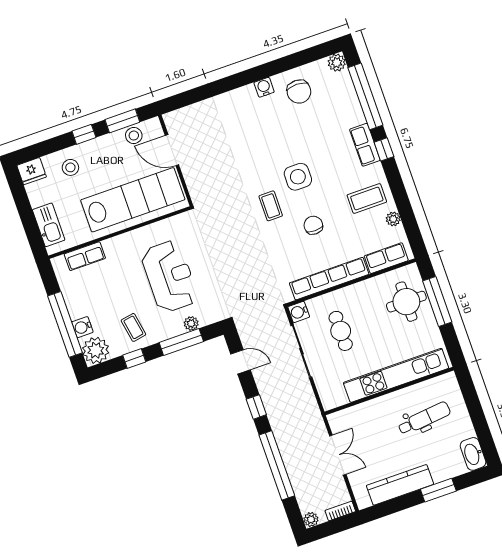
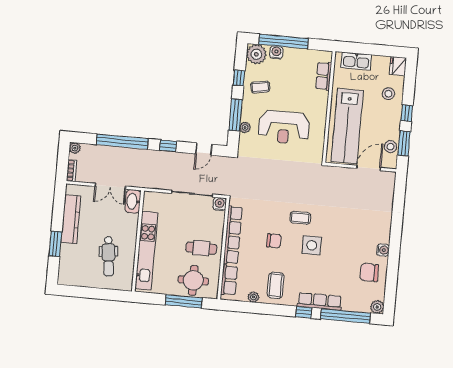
row of seats: (365, 145) -> (320, 301), width x1.48
cafe table: (341, 331) -> (201, 248), moved
washbasin: (473, 454) -> (133, 201), moved, turned -90

